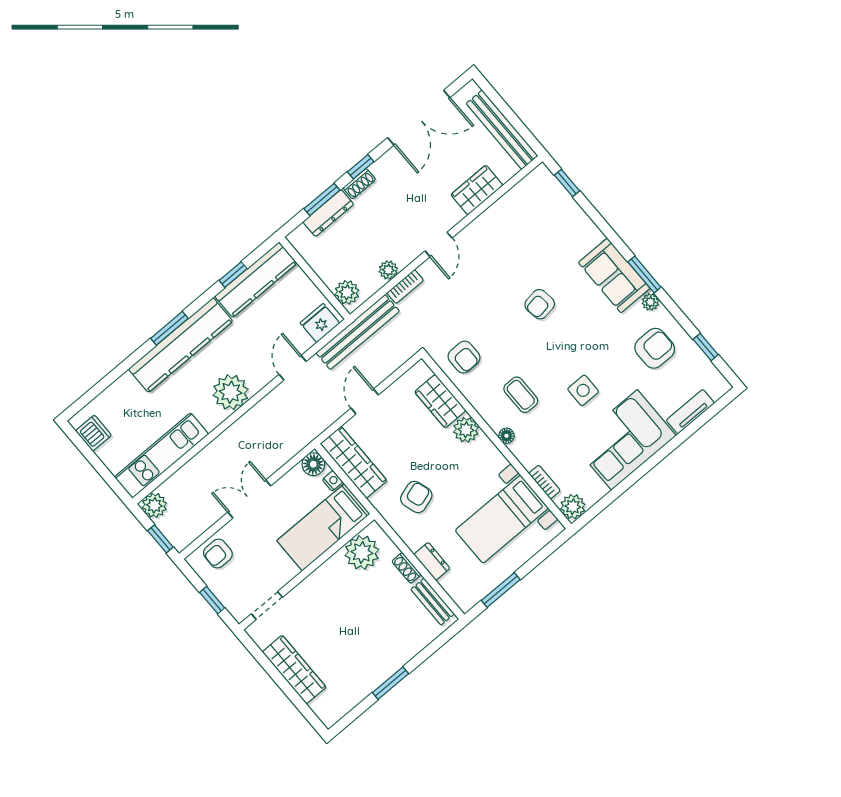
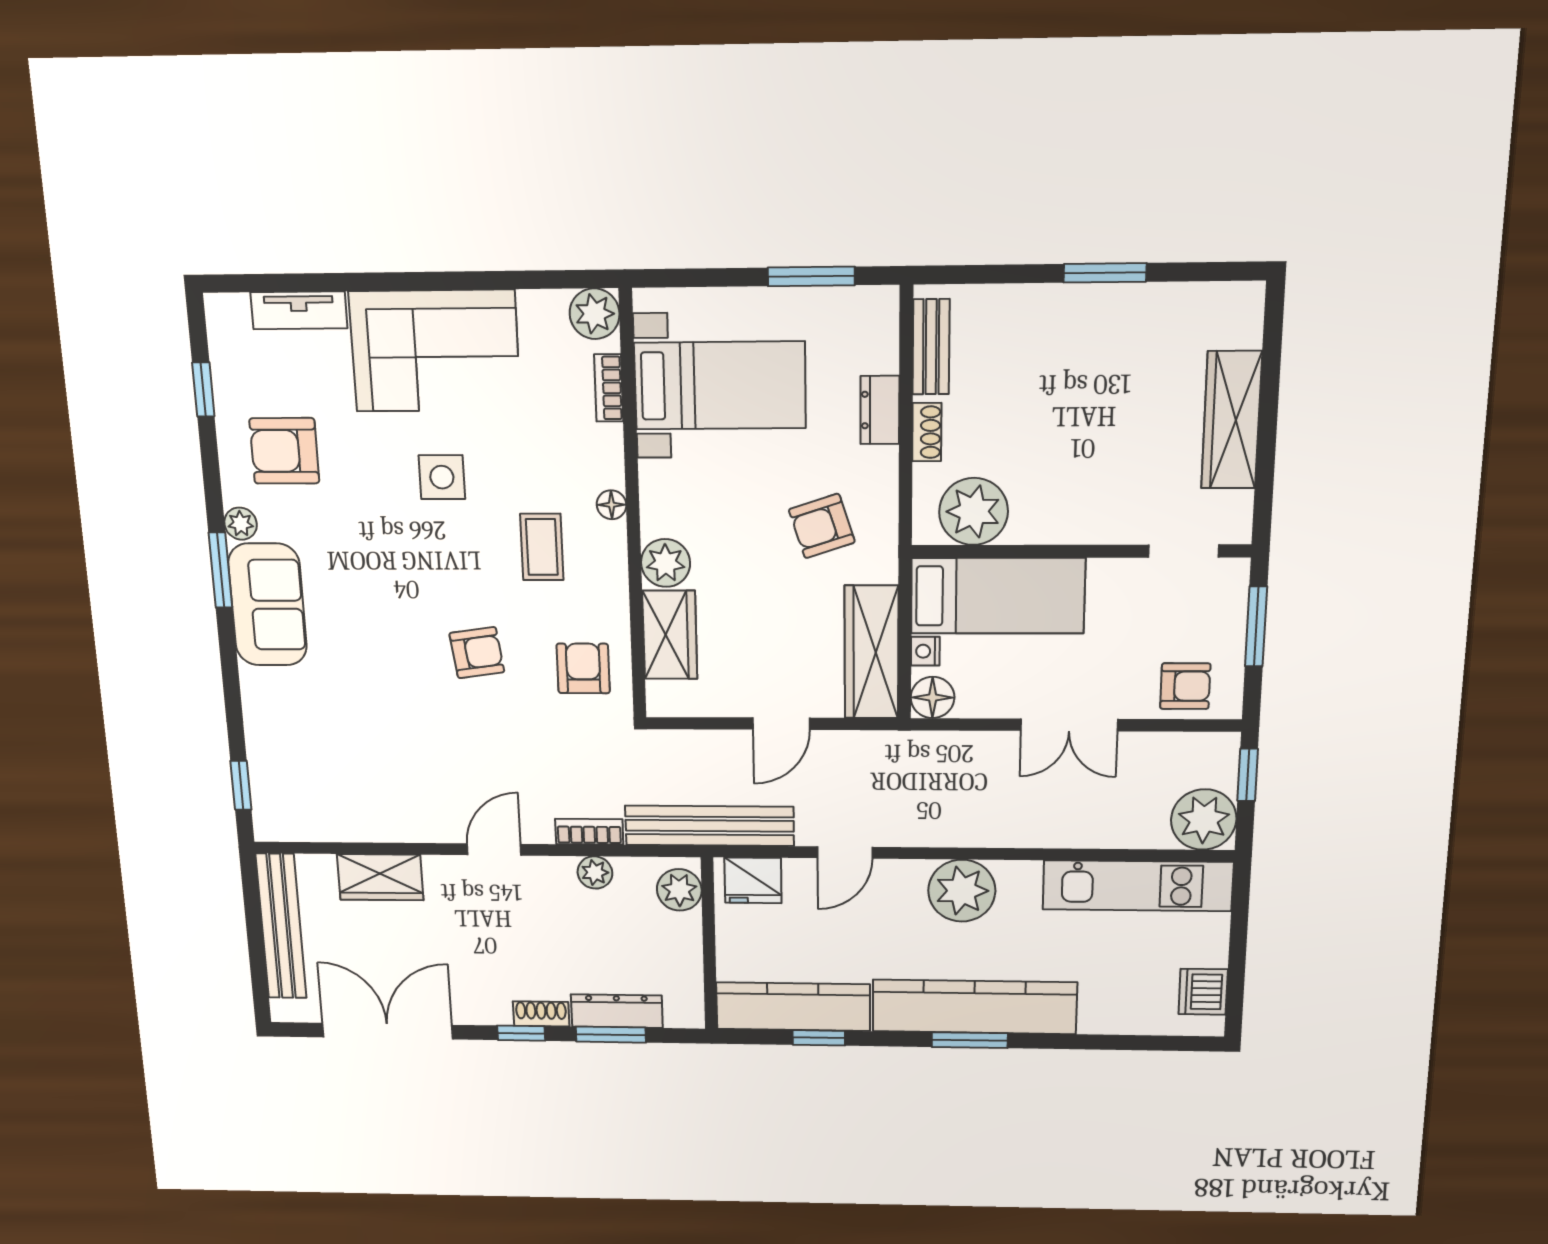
armchair: (540, 304) -> (477, 653), moved
plant: (154, 505) -> (1204, 820), width x1.36, depth x1.36
window: (212, 600) -> (1256, 626), width x1.50

